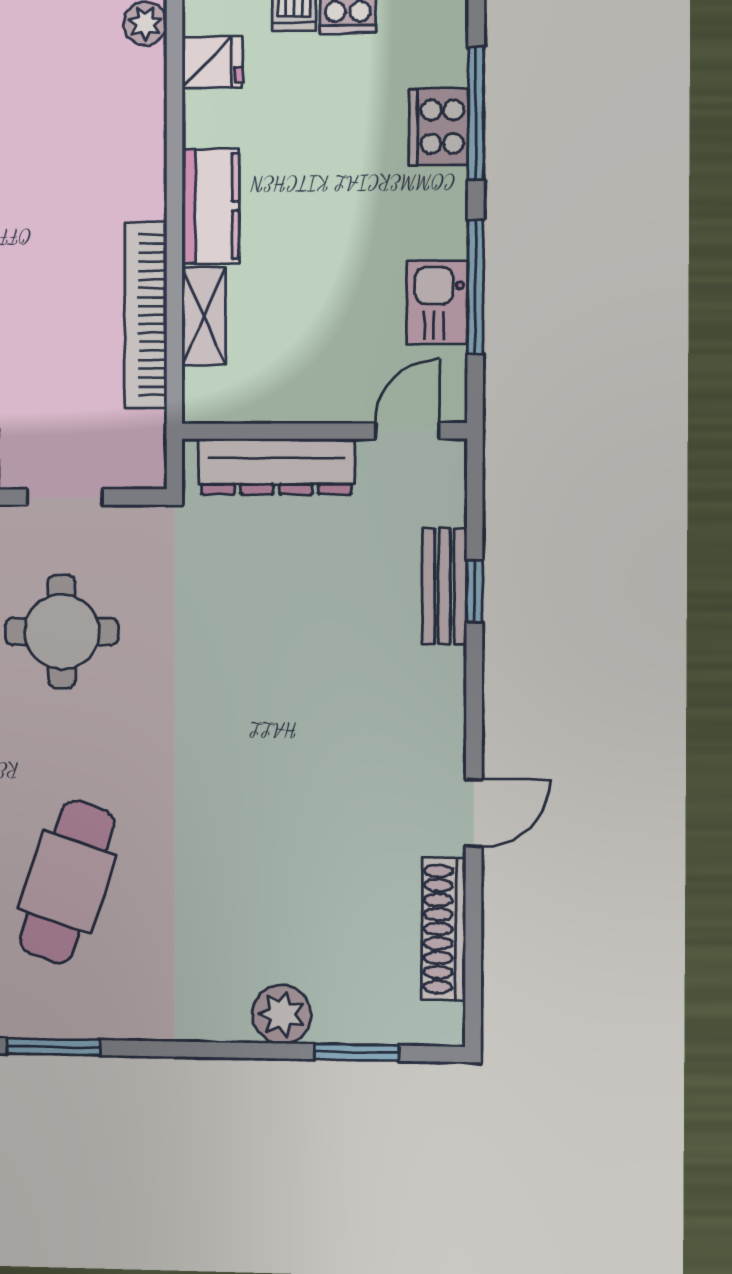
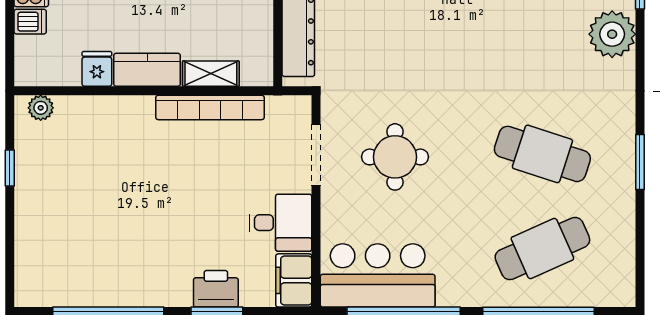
fridge: (212, 62) -> (97, 69), moved
doorway: (65, 497) -> (316, 155), width x1.38
plant: (282, 1014) -> (612, 34), width x1.36, depth x1.36

